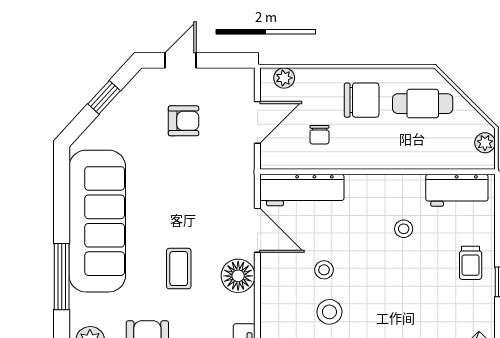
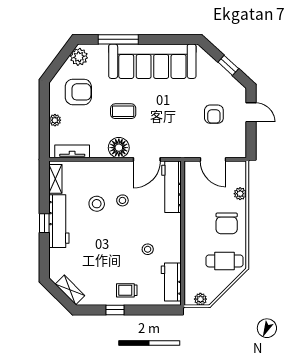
plant: (284, 78) -> (240, 194), moved
cafe table: (423, 104) -> (224, 261), turned 90
chair: (319, 135) -> (205, 198), removed

